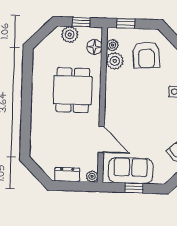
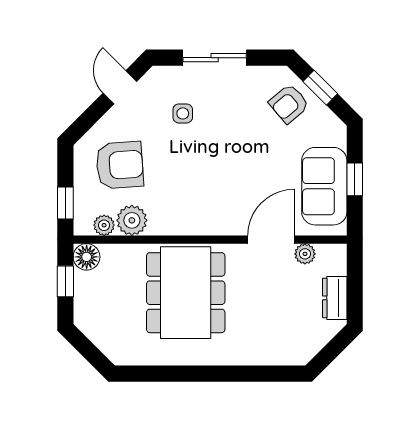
plant: (70, 34) -> (88, 301), removed
floor lamp: (94, 47) -> (87, 257), moved
dining table: (73, 90) -> (186, 293), width x1.38
plant: (92, 176) -> (305, 254), moved

